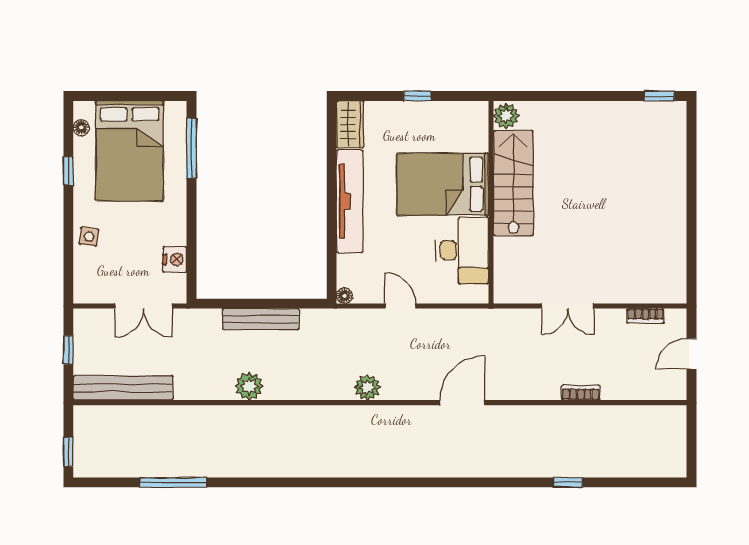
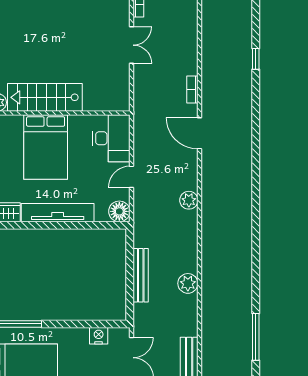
desk: (462, 250) -> (111, 138), moved, turned 90
floor lamp: (344, 296) -> (119, 211), width x1.89, depth x1.89
double door: (568, 306) -> (131, 45), moved
bookcase: (581, 393) -> (192, 90), moved

